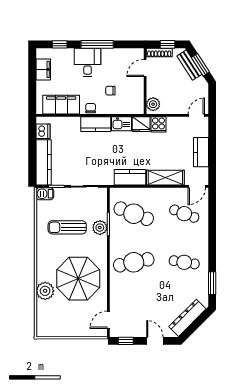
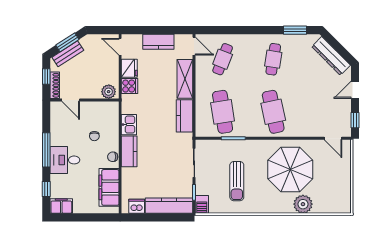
filing cabinet: (43, 69) -> (61, 206), moved
fridge: (141, 124) -> (129, 68), moved
cafe table: (134, 214) -> (223, 112), turned -30
plant: (100, 228) -> (237, 147), removed

